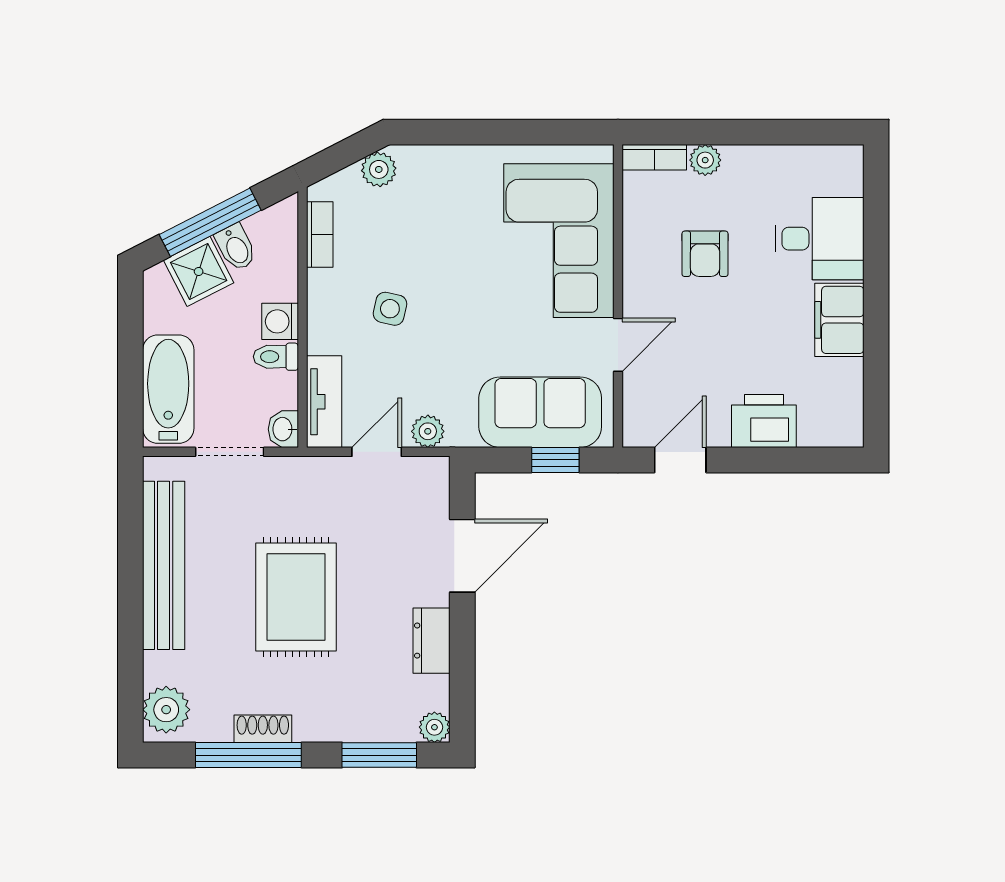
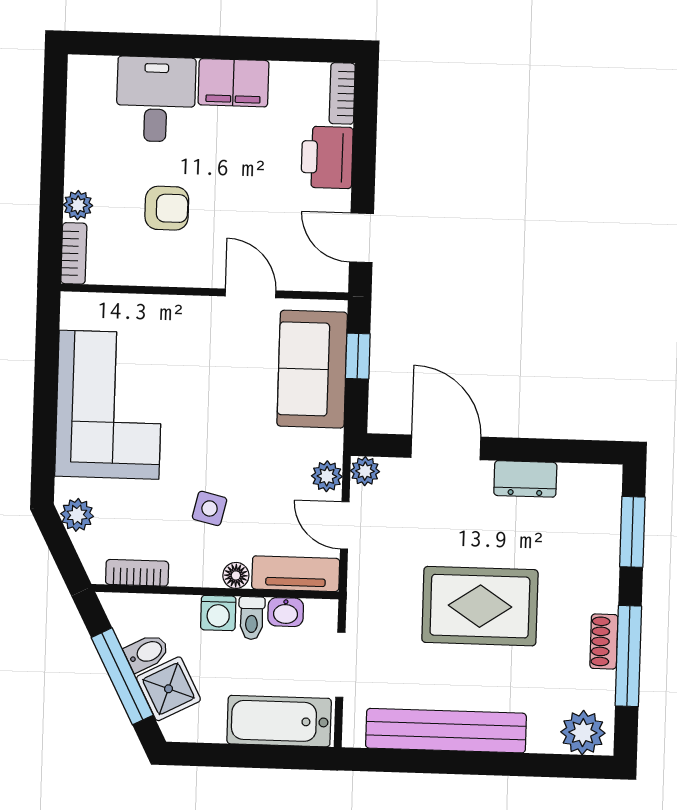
corner sofa: (559, 241) -> (109, 405), moved, turned -90
floor lamp: (320, 339) -> (236, 575), added
washbasin: (283, 429) -> (286, 612), moved
bookcase: (832, 435) -> (342, 93), added
plant: (434, 727) -> (365, 471), moved

